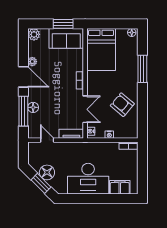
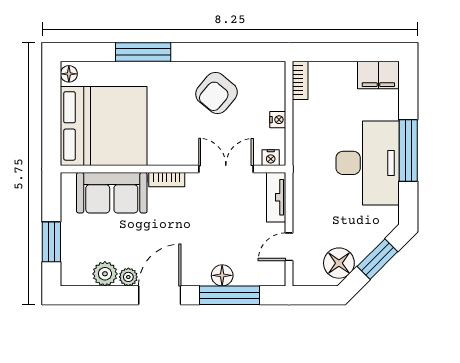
window: (63, 24) -> (51, 242), moved
plant: (34, 34) -> (105, 274), moved
sofa: (66, 38) -> (112, 193), moved, turned 90
bed: (101, 49) -> (104, 126), width x1.36
floor lamp: (47, 172) -> (339, 263), moved
filing cabinet: (120, 187) -> (378, 75), moved, turned -90
window: (94, 199) -> (408, 151), added

